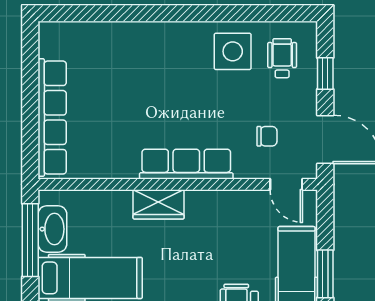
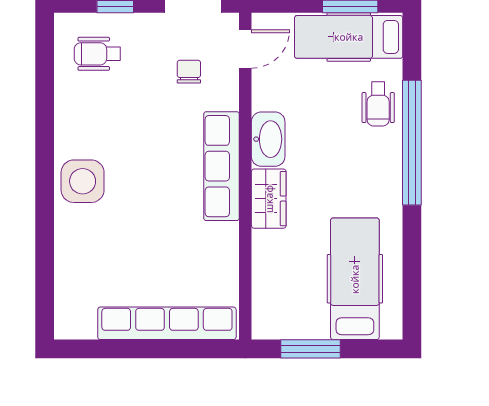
side table: (233, 51) -> (83, 181), moved
washbasin: (52, 229) -> (268, 139), moved, turned 90
window: (30, 240) -> (311, 349), width x0.69

